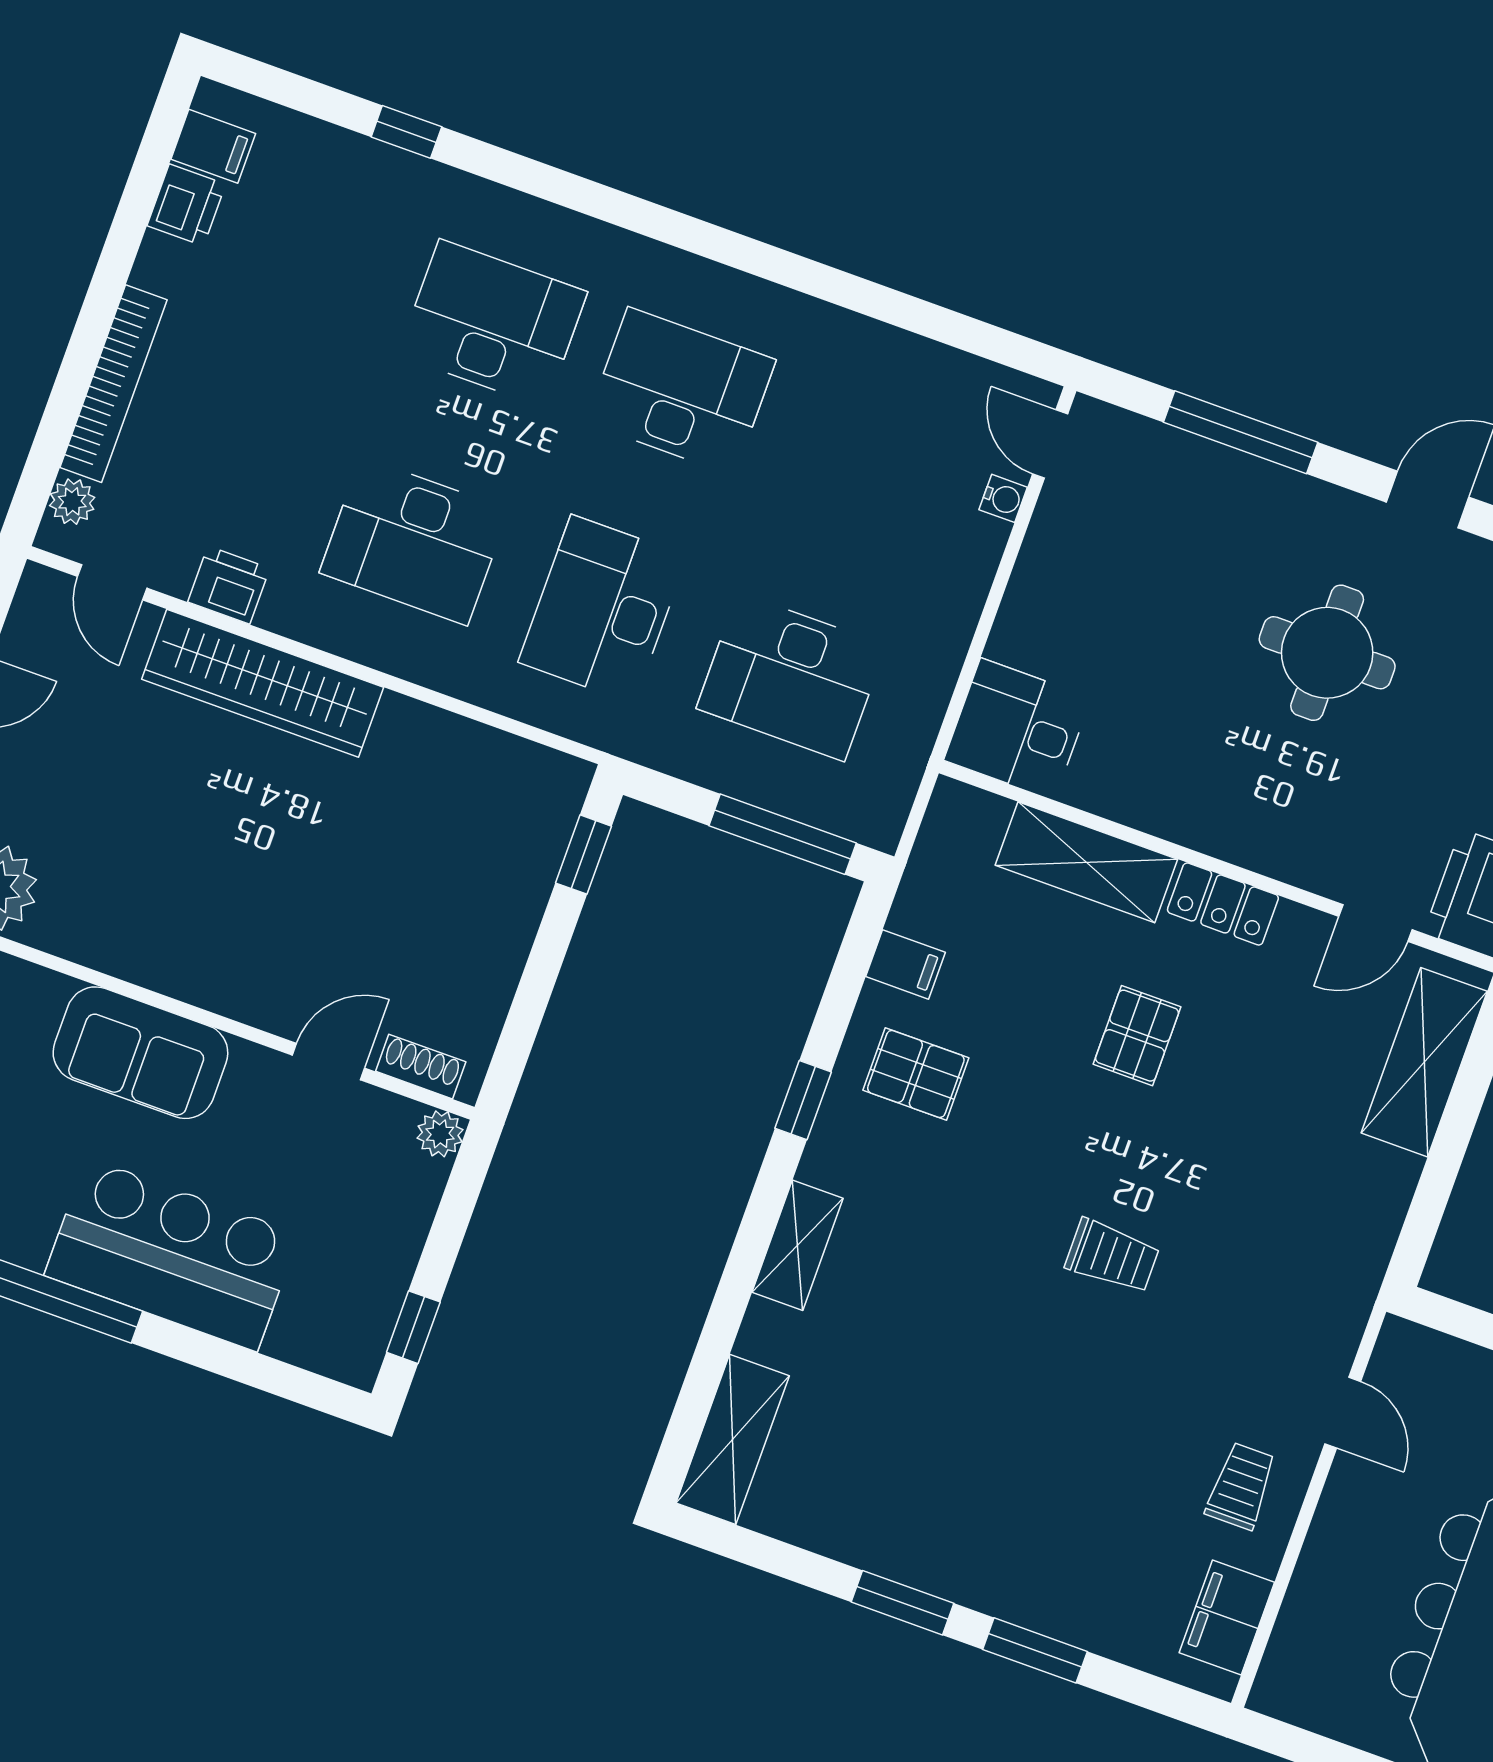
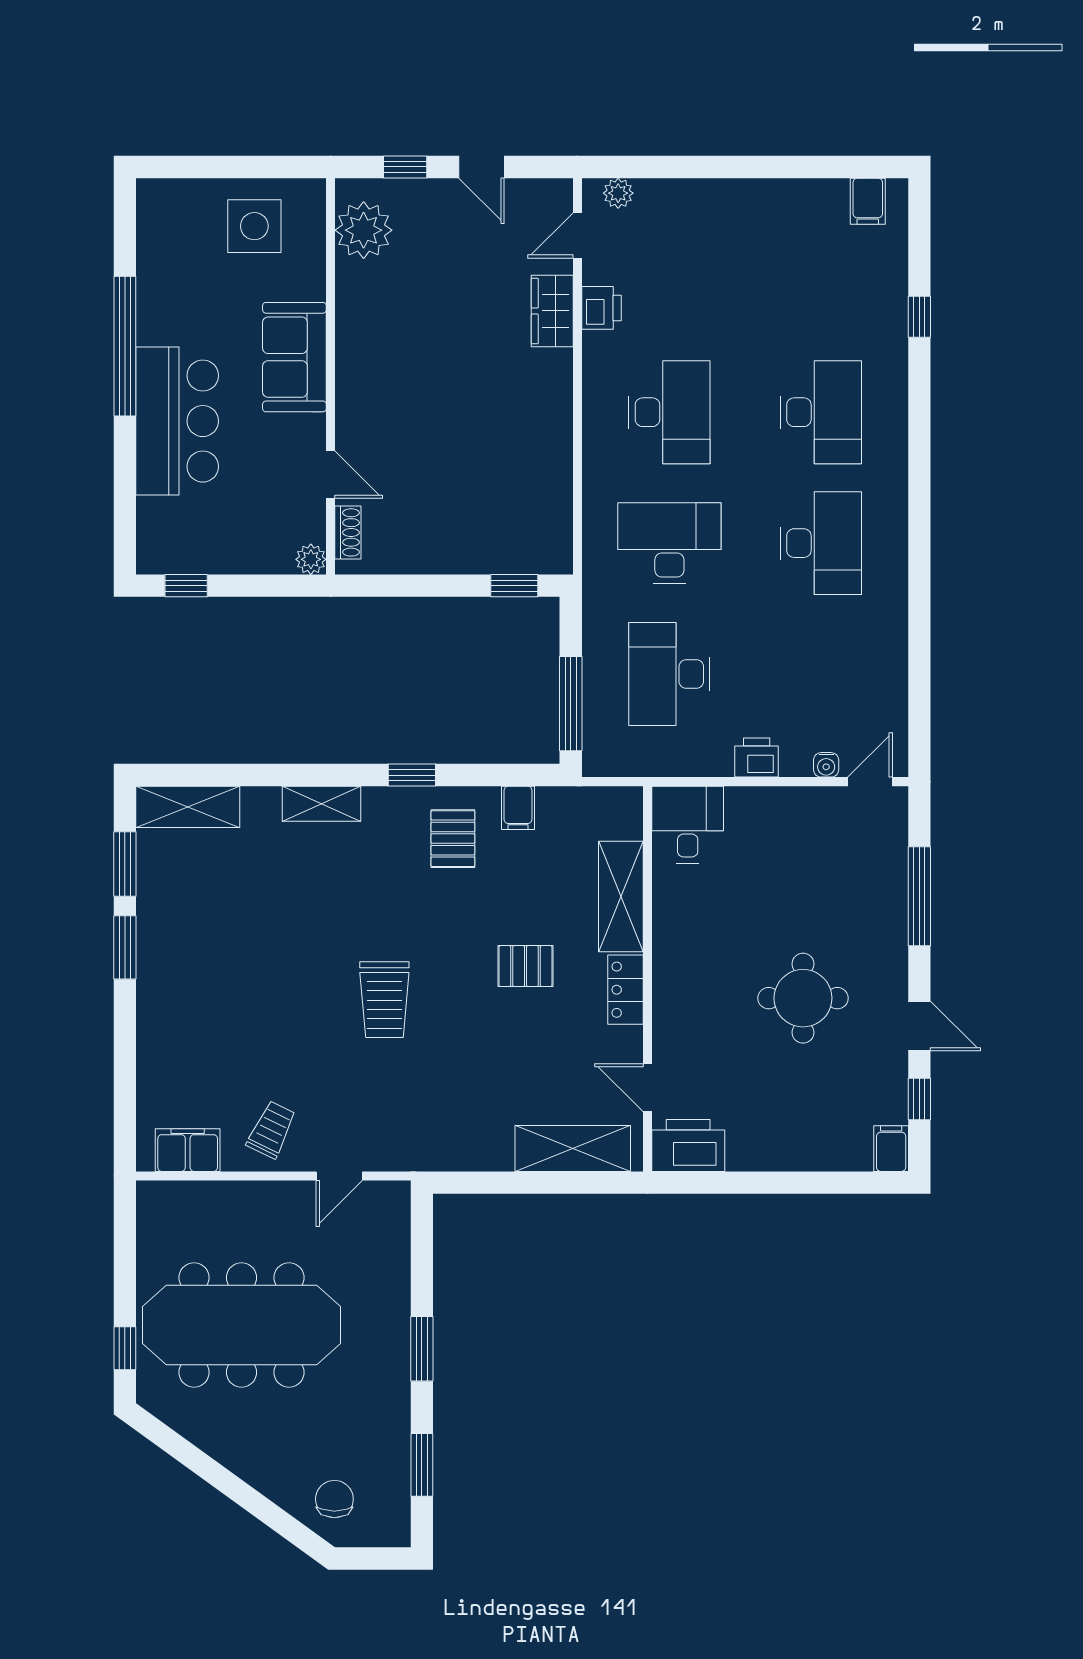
printer: (186, 205) -> (757, 758), moved, turned 180
bookcase: (114, 384) -> (700, 192), removed
desk: (414, 541) -> (669, 412), turned 180
wardrobe: (263, 683) -> (552, 311), width x0.48, depth x0.85
trolley: (1112, 1256) -> (384, 1000), width x1.36, depth x1.39
trolley: (1241, 1486) -> (271, 1130), turned -64
window: (1035, 1650) -> (125, 864), moved

